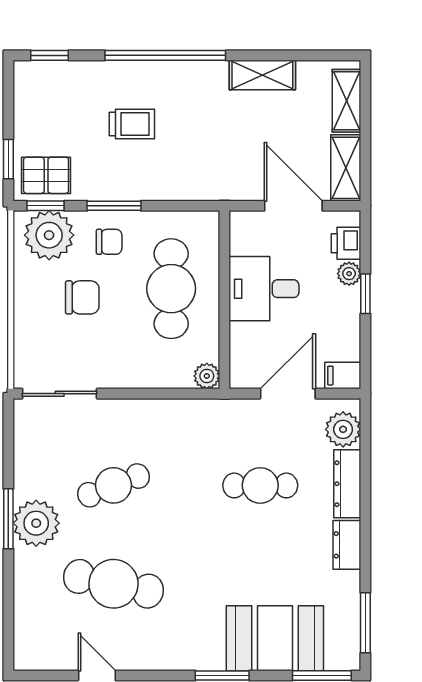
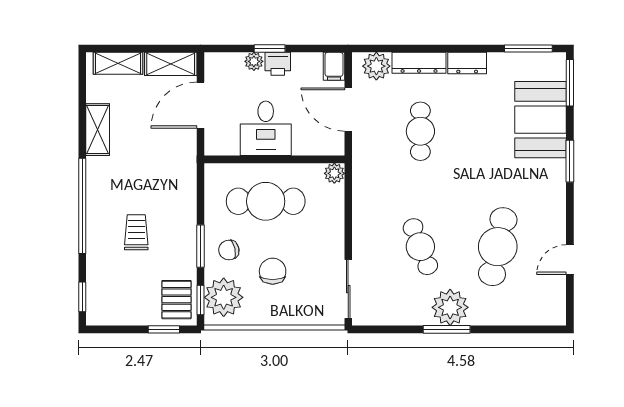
chair: (109, 242) -> (229, 250), turned -103
printer: (346, 243) -> (278, 64), moved

